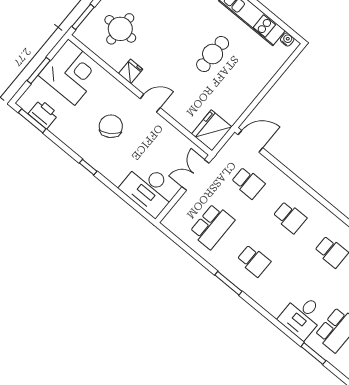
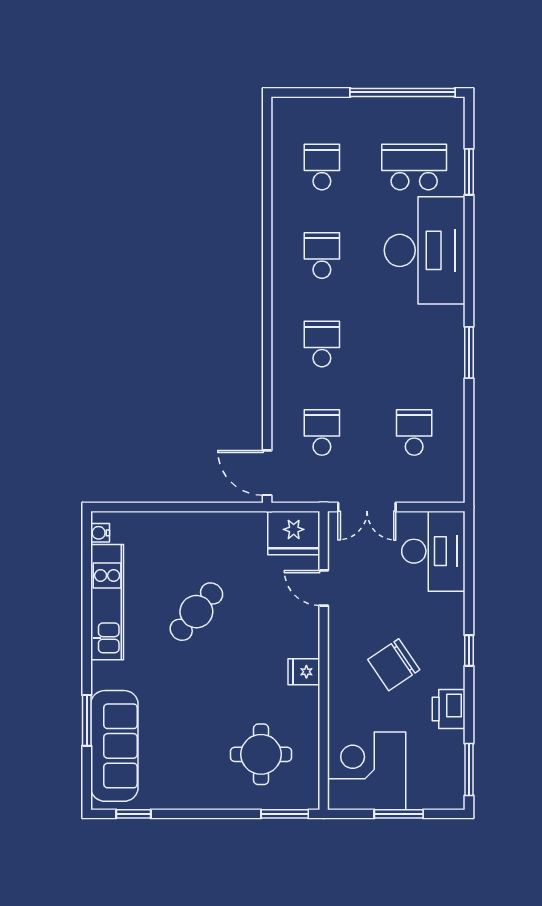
cafe table: (213, 54) -> (196, 612), turned -50
fridge: (131, 71) -> (304, 672), moved
door: (150, 103) -> (324, 588), moved
printer: (43, 114) -> (449, 709), moved
school desk: (212, 226) -> (414, 432), width x0.54
school desk: (254, 261) -> (414, 344), removed
desk: (302, 316) -> (425, 250), width x1.87, depth x1.30

